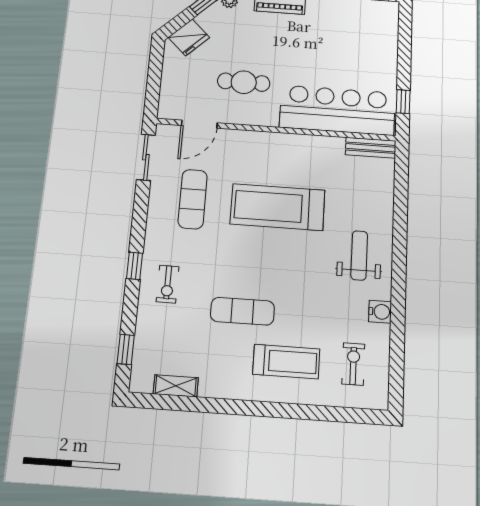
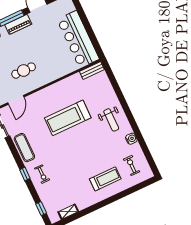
window: (403, 102) -> (95, 42), removed
bar counter: (337, 110) -> (78, 39), moved, turned -90
exercise mat: (193, 199) -> (24, 148), moved
weight bench: (359, 255) -> (111, 120), turned 180
exercise mat: (242, 311) -> (77, 169), removed

